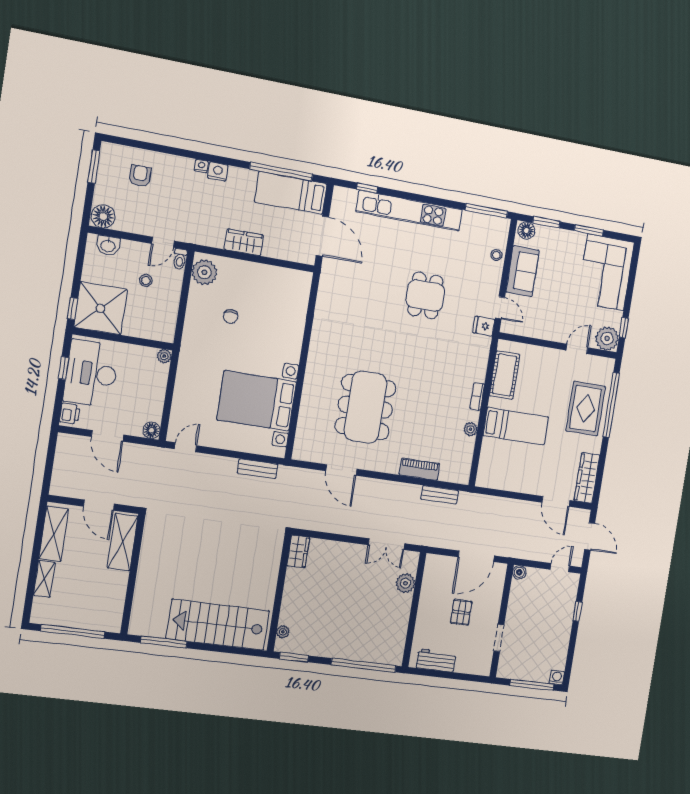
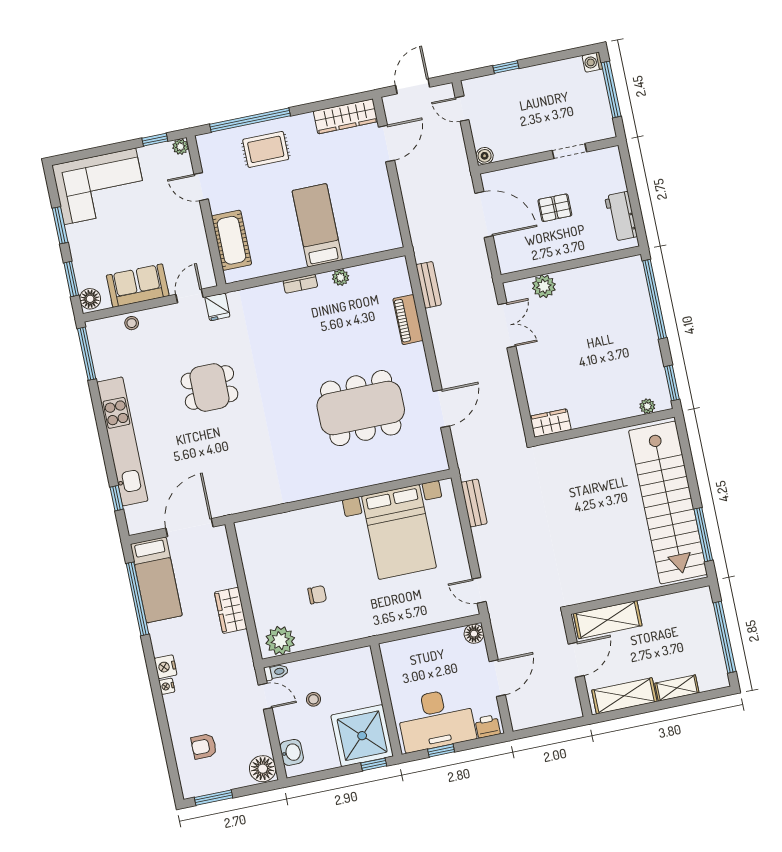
plant: (607, 338) -> (180, 147), width x0.53, depth x0.53
plant: (164, 356) -> (388, 650), removed
cot: (505, 375) -> (231, 240), moved, turned 90
rug: (586, 409) -> (266, 149), width x0.73, depth x0.70
stairs: (218, 625) -> (668, 502), width x1.36

